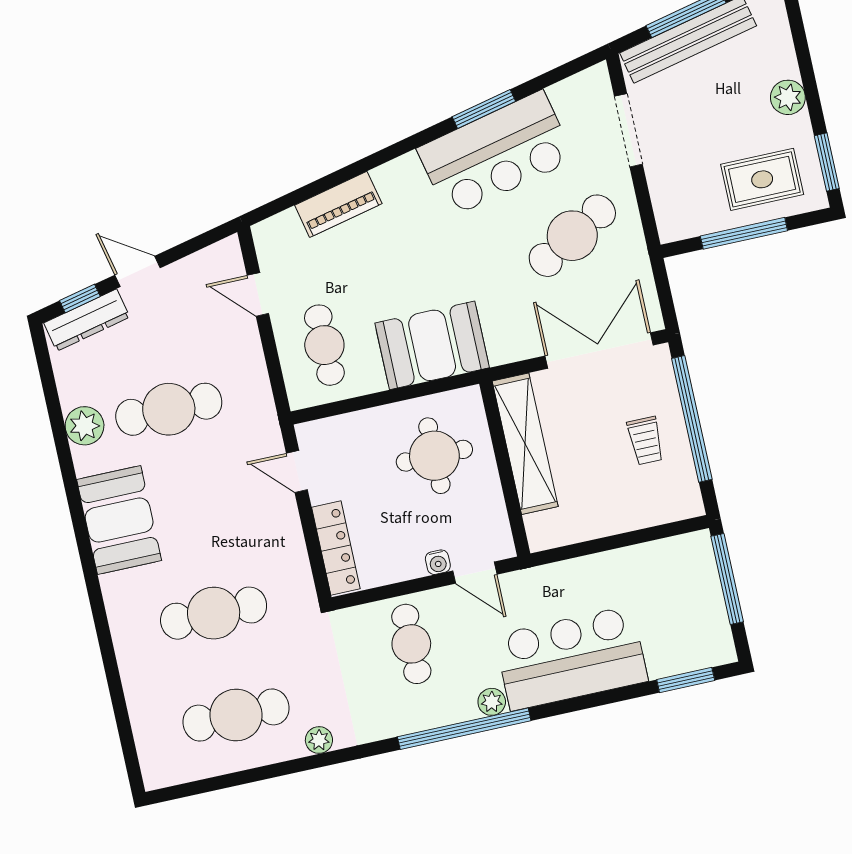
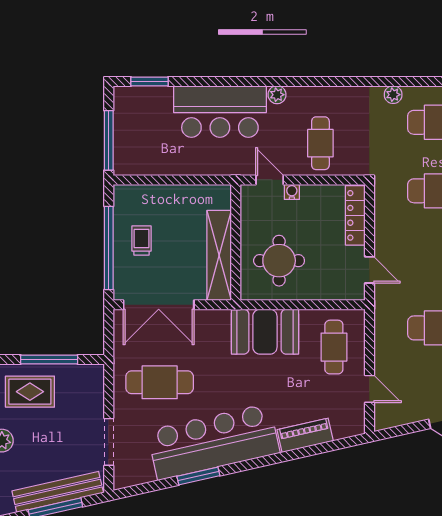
bar counter: (496, 154) -> (213, 442), width x1.36
cafe table: (572, 236) -> (160, 382), turned 30
window: (464, 729) -> (298, 81), removed

